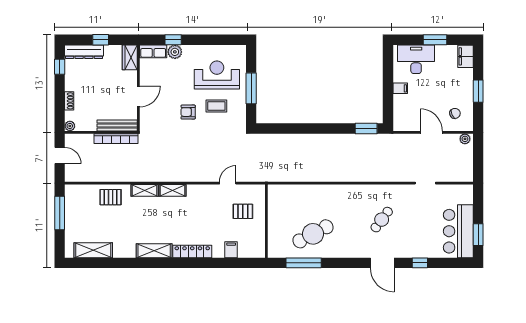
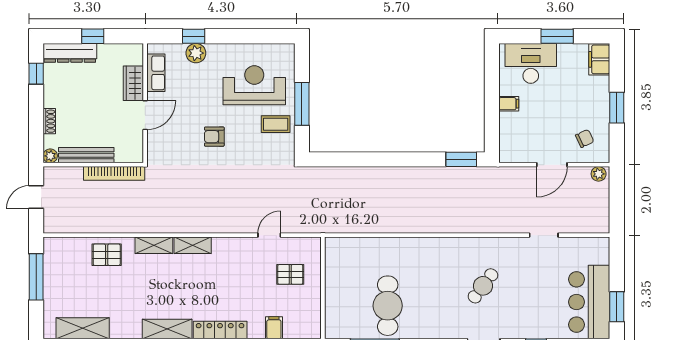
row of seats: (153, 51) -> (156, 73), moved, turned -90
wardrobe: (130, 57) -> (133, 83), moved
coffee table: (216, 106) -> (276, 124), moved
bench: (117, 125) -> (86, 155), moved
door: (431, 132) -> (552, 165), swing flipped
door: (60, 156) -> (36, 197), swing flipped
cafe table: (313, 234) -> (388, 306), turned -62

